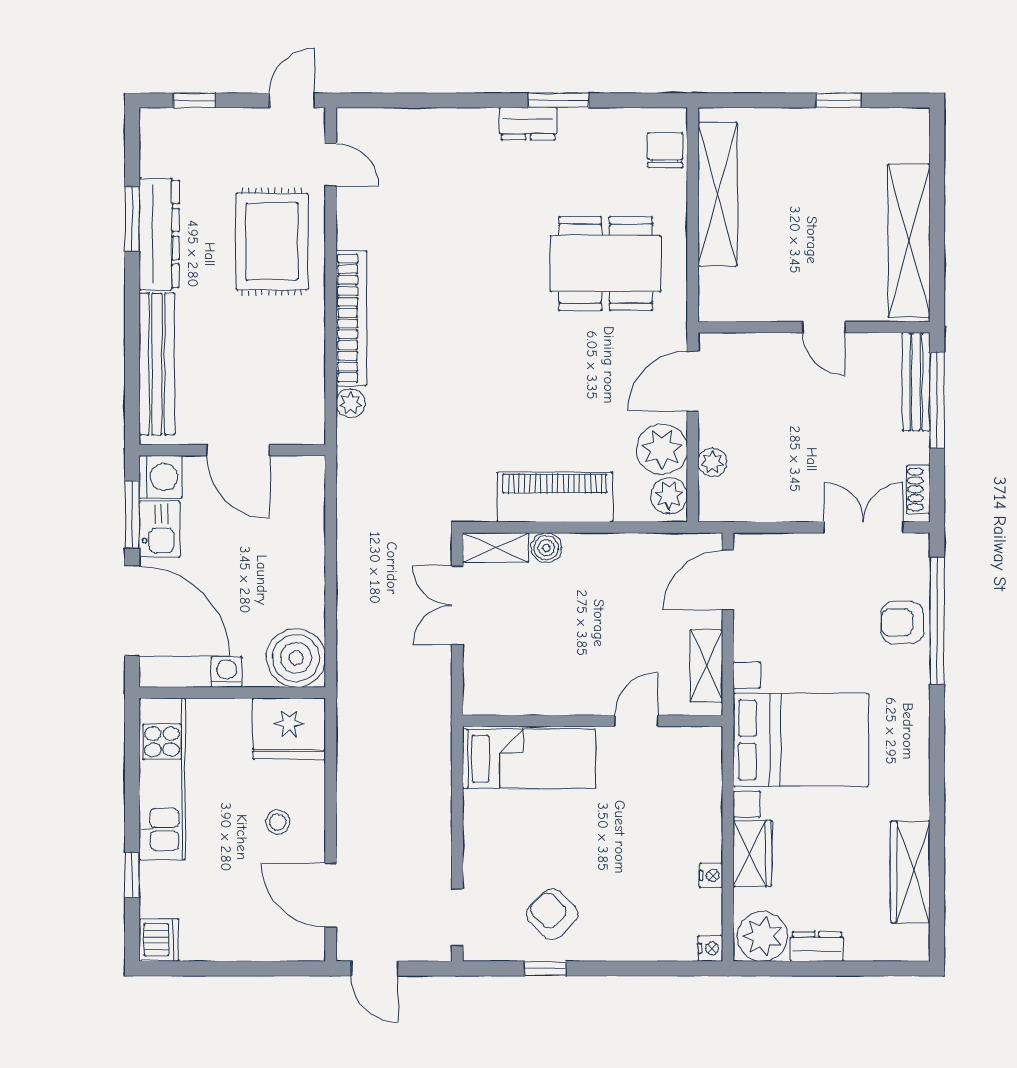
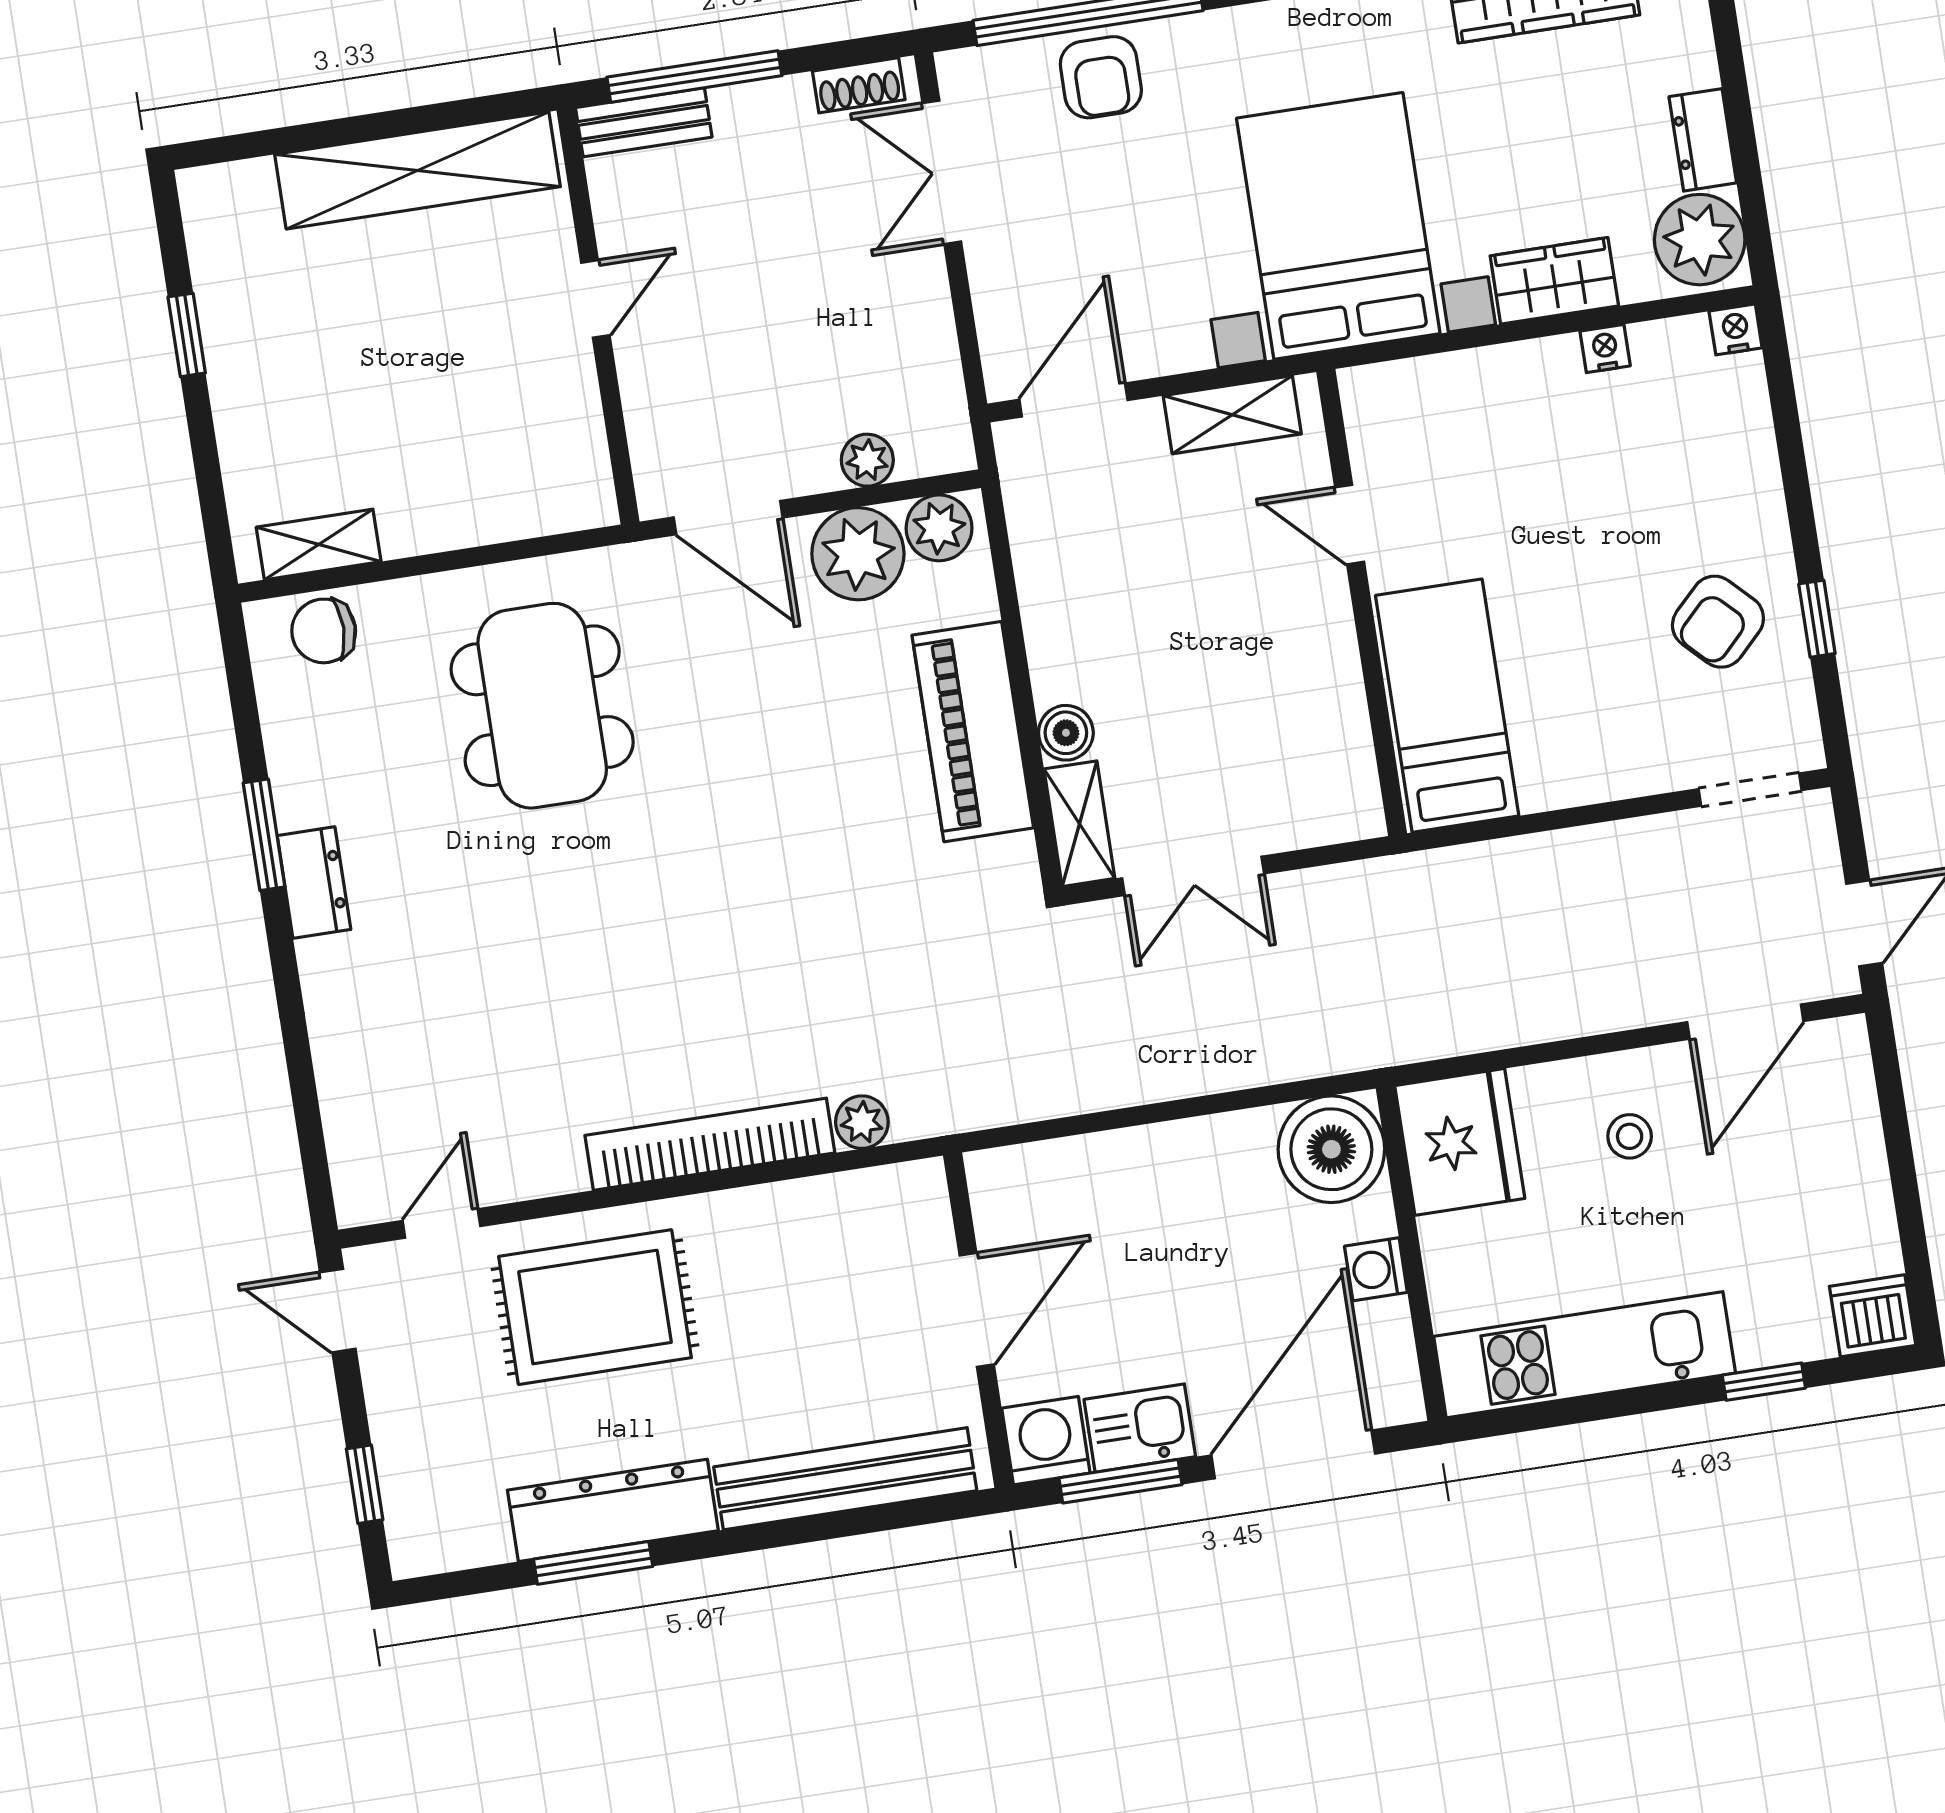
shelving: (718, 194) -> (319, 544), width x0.45, depth x0.75
bench: (916, 382) -> (644, 122), width x0.73
door: (728, 580) -> (1073, 400), swing flipped

